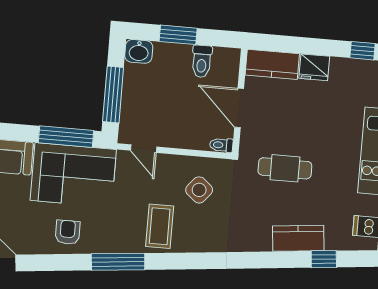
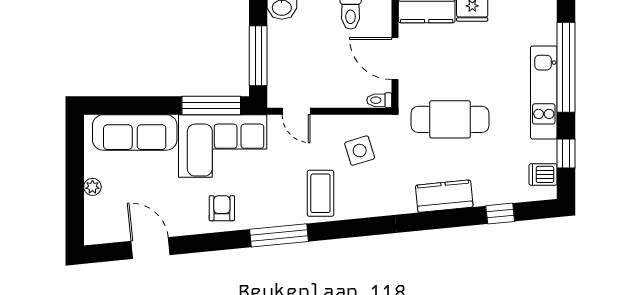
cafe table: (285, 168) -> (450, 119), width x1.37, depth x1.35
side table: (199, 190) -> (360, 151), turned 33
kitchen counter: (298, 238) -> (444, 196), moved

